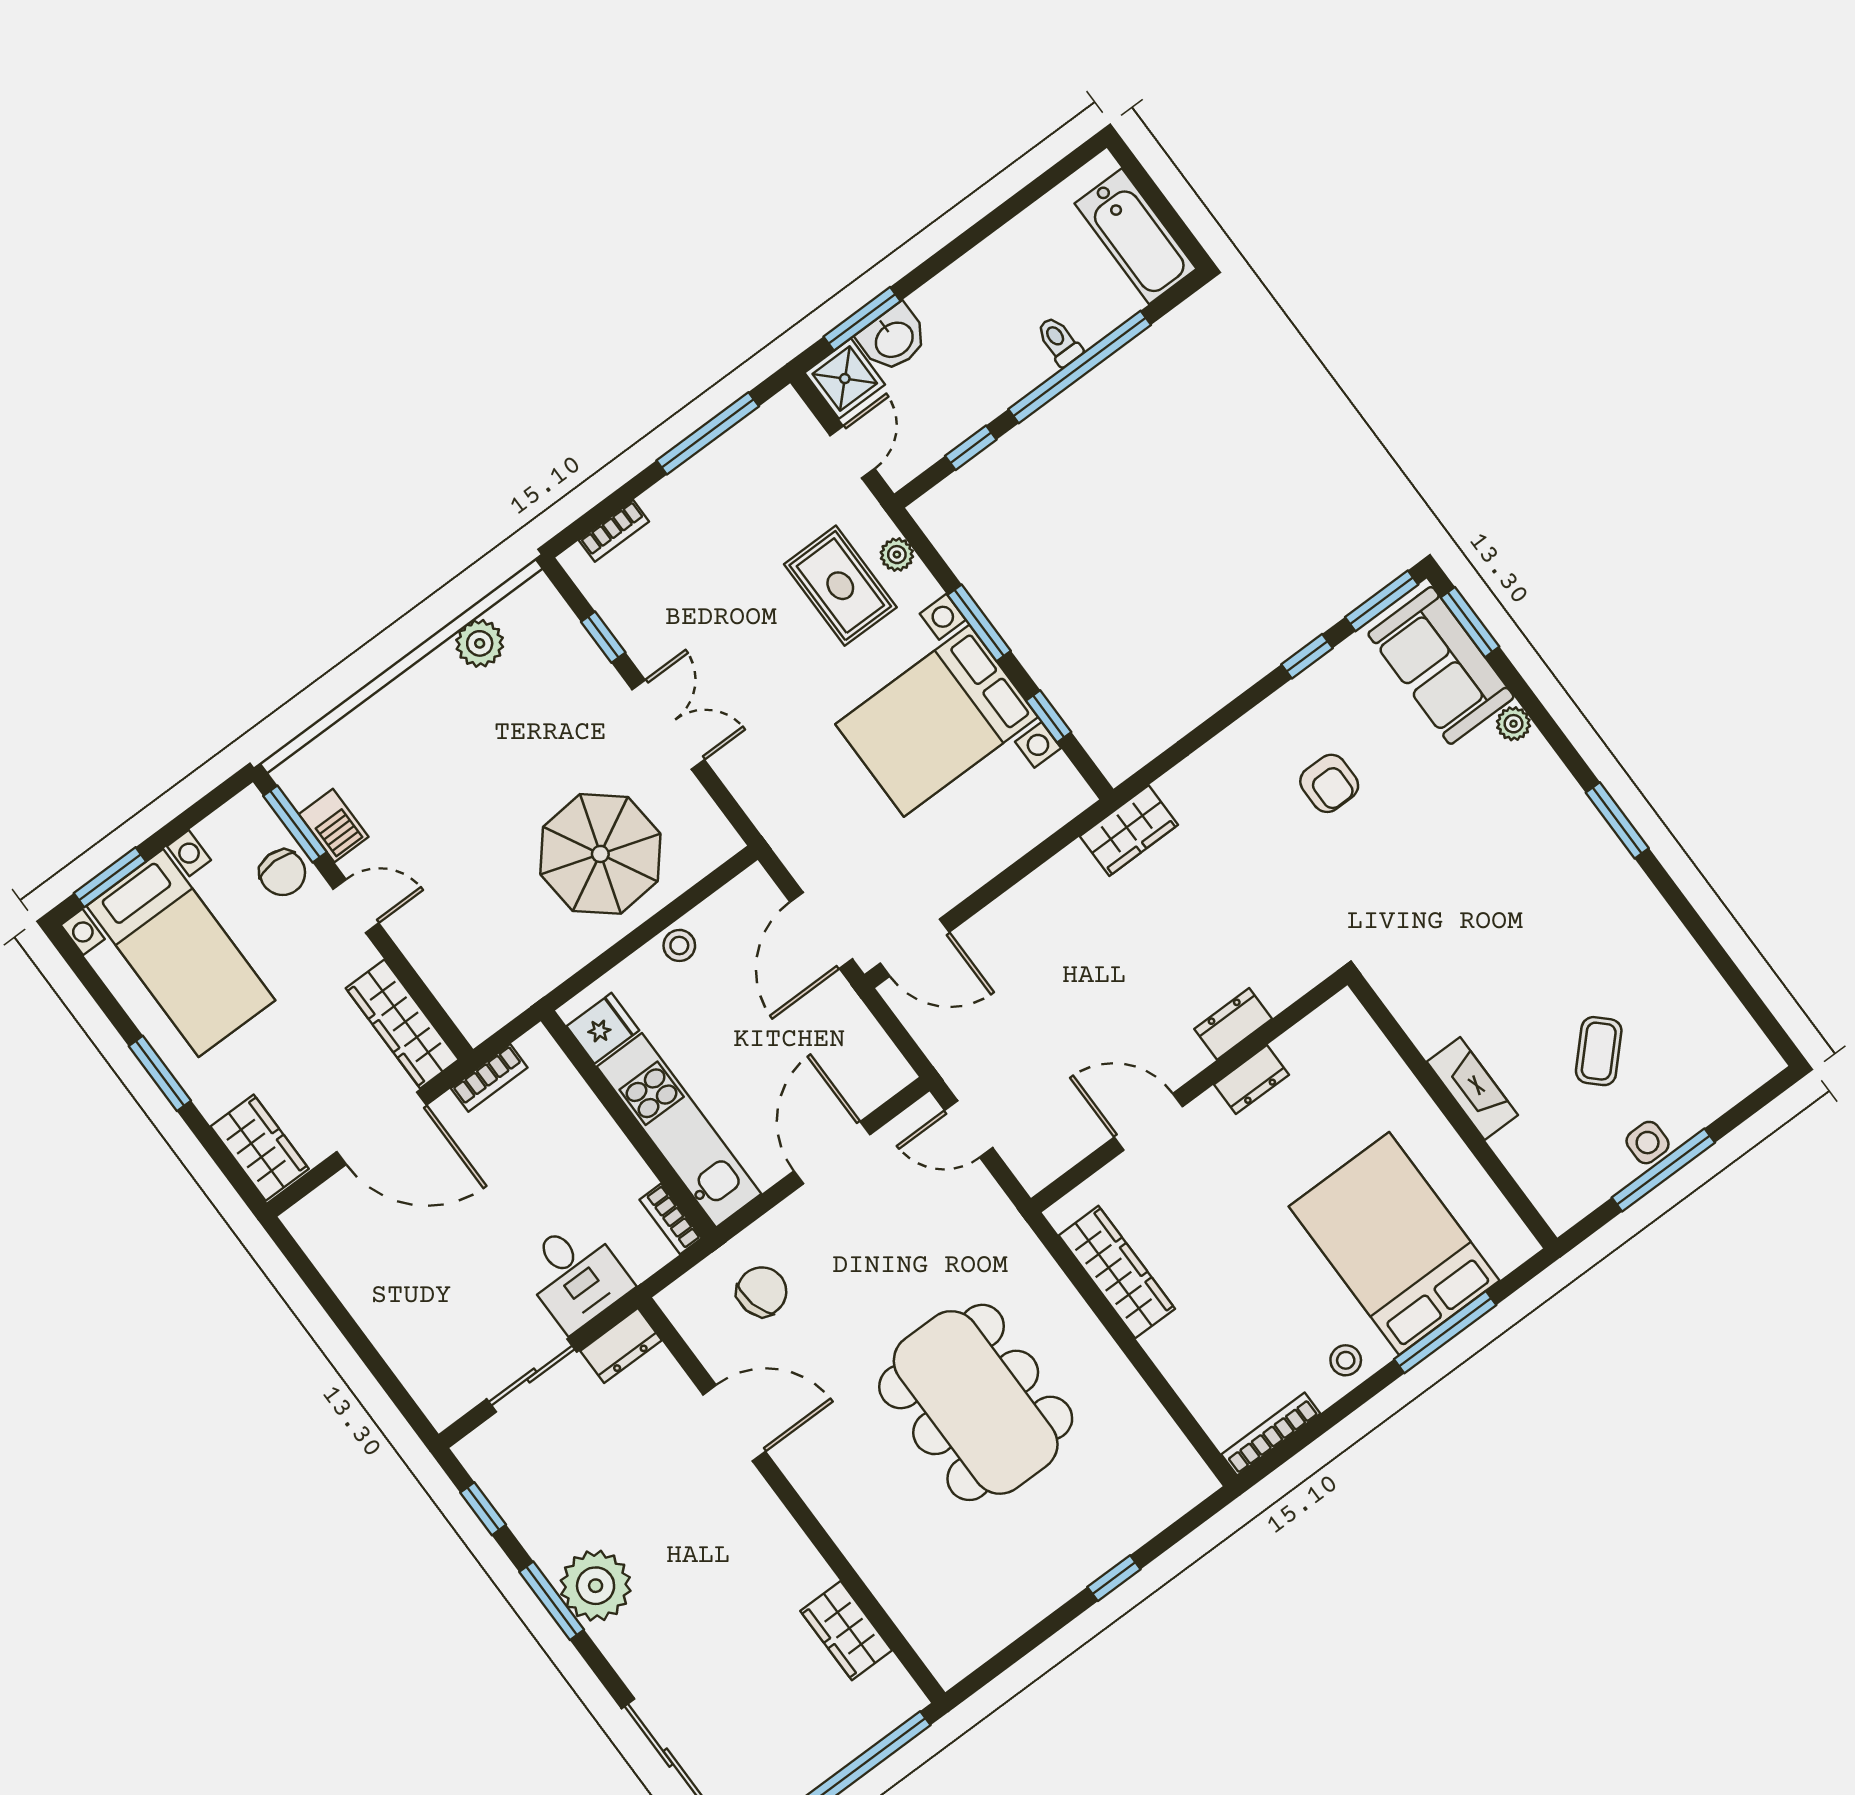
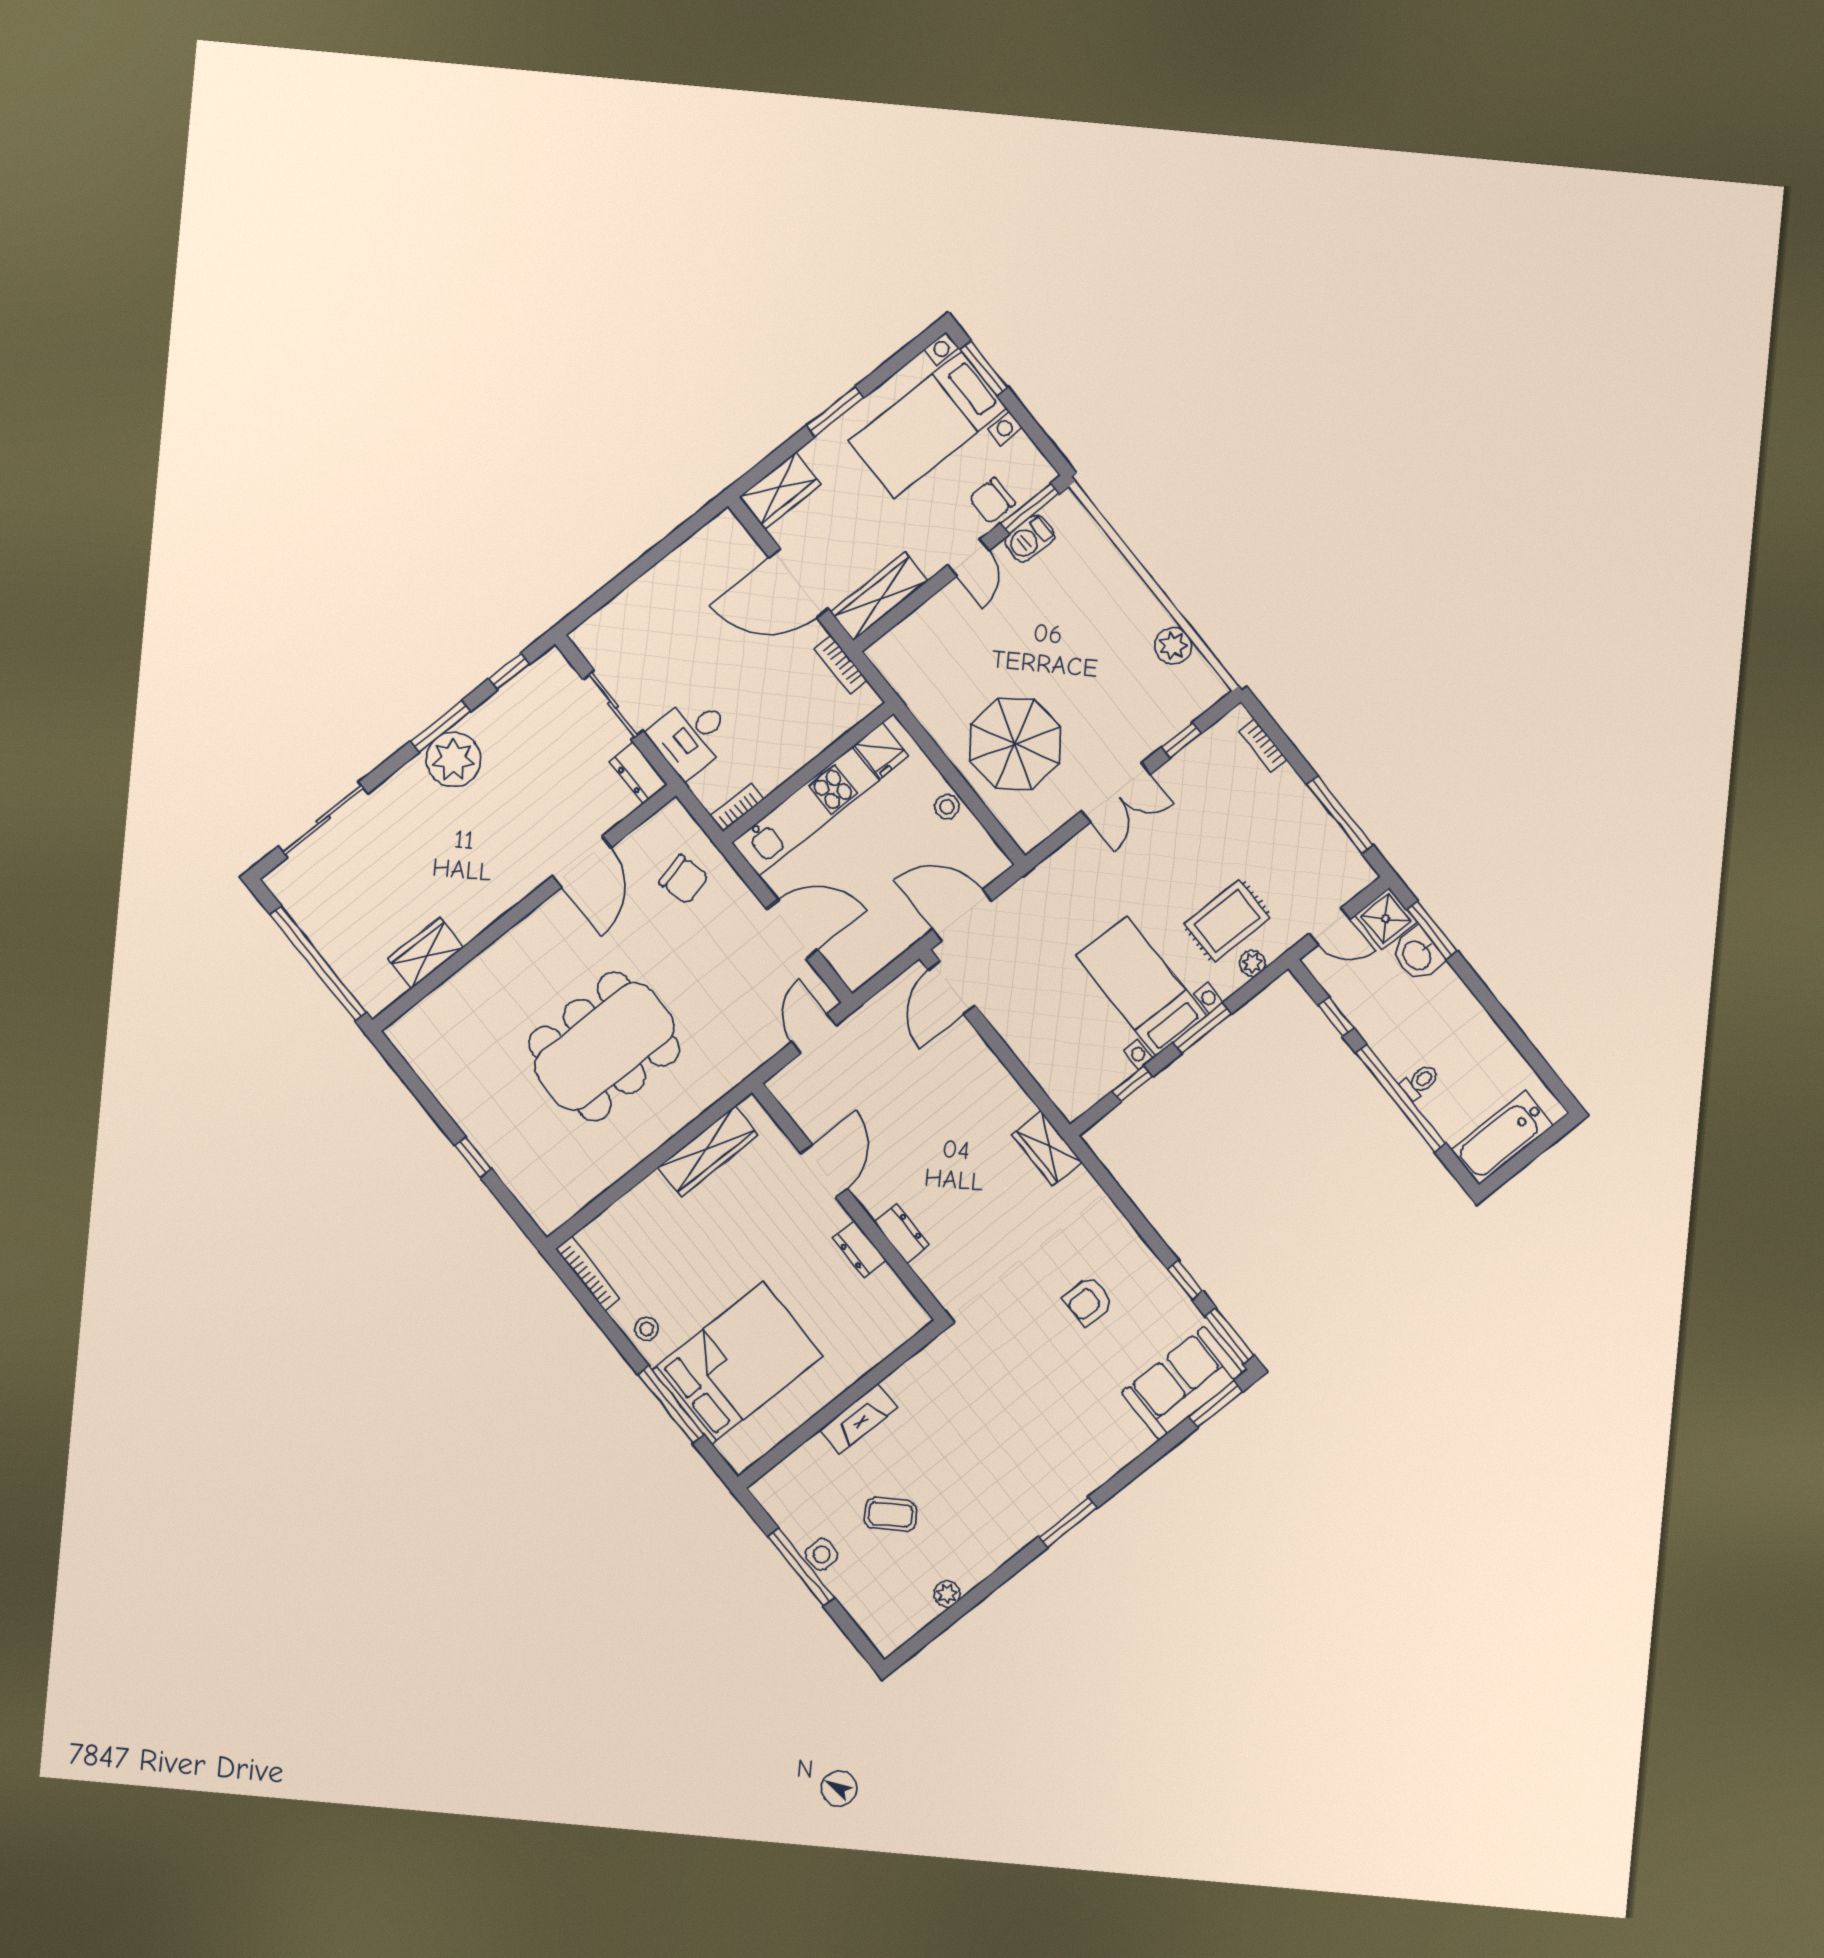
bed with nightstands: (937, 721) -> (1141, 986), width x0.73
plant: (1513, 724) -> (947, 1594), moved
door: (382, 1128) -> (799, 583), hinge flipped

